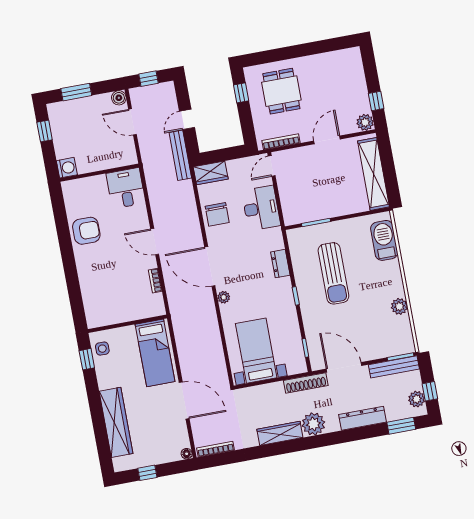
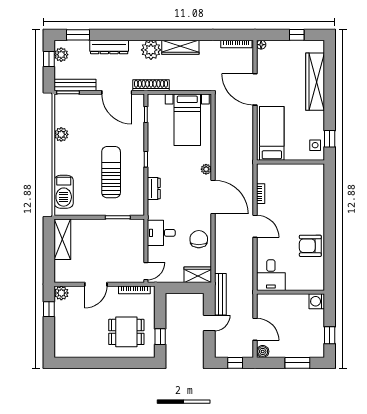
dining table: (281, 91) -> (126, 332), turned 90
shelving: (373, 174) -> (62, 239), width x0.68
desk: (261, 208) -> (161, 233), width x0.73

